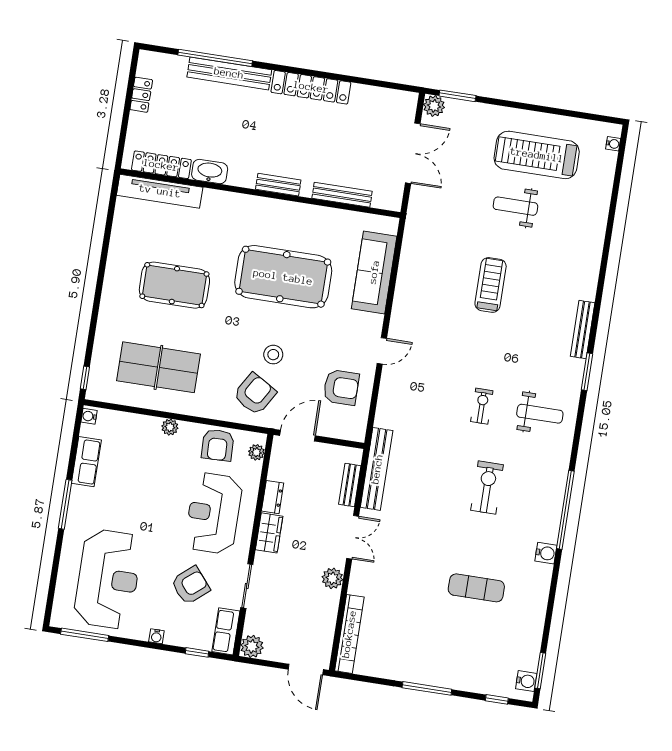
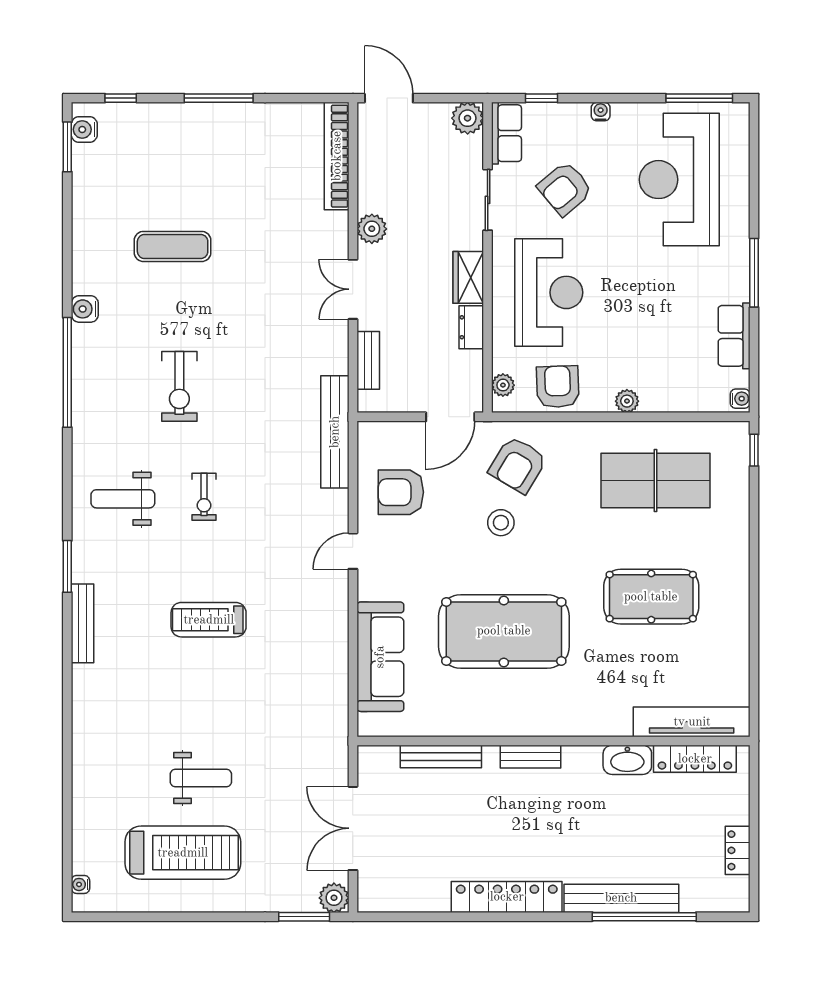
treadmill: (491, 285) -> (209, 620), moved, turned 90
bench: (377, 469) -> (335, 432), moved

